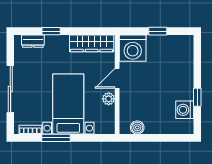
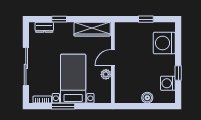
washing machine: (133, 48) -> (164, 43), moved, turned 90
boiler: (137, 127) -> (147, 98), moved

